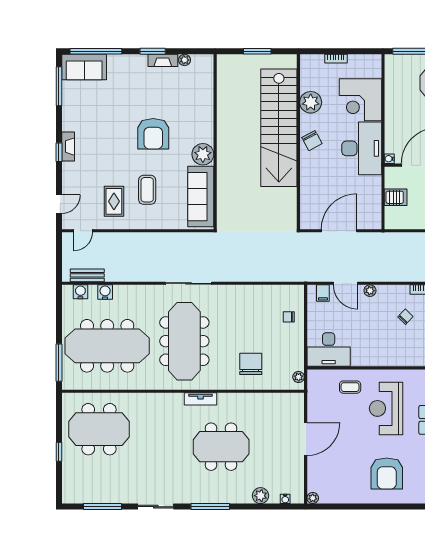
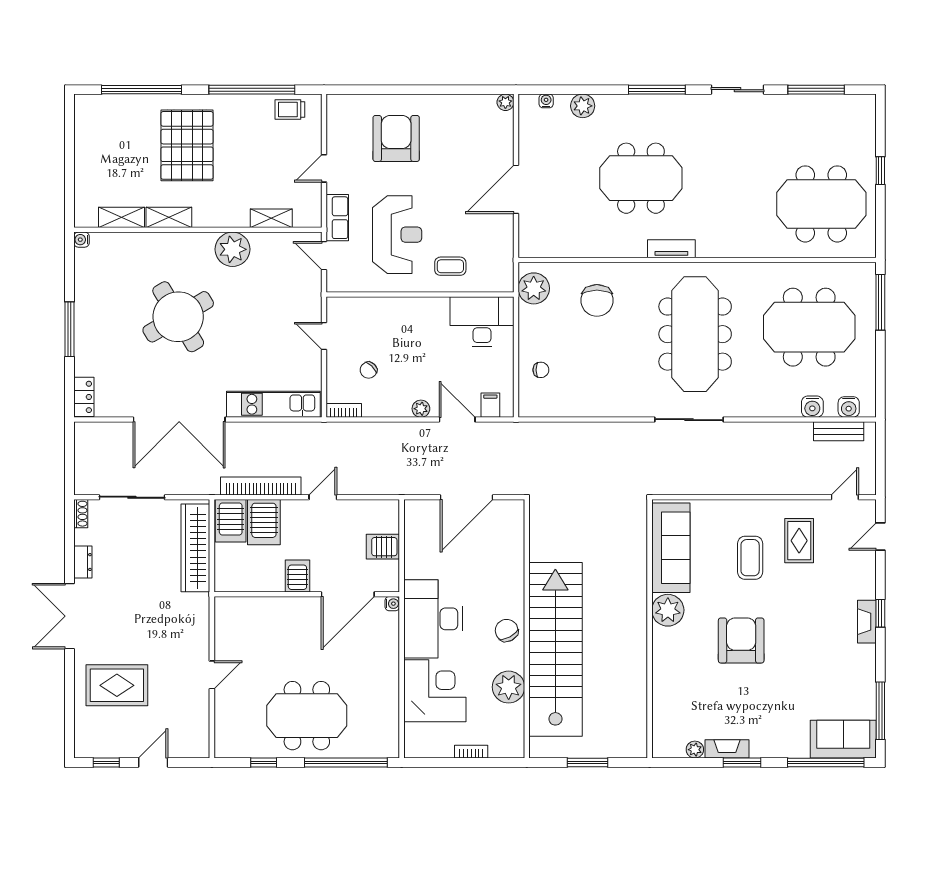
meeting table: (107, 346) -> (809, 327), width x0.73
plant: (299, 377) -> (534, 288), width x1.88, depth x1.88

